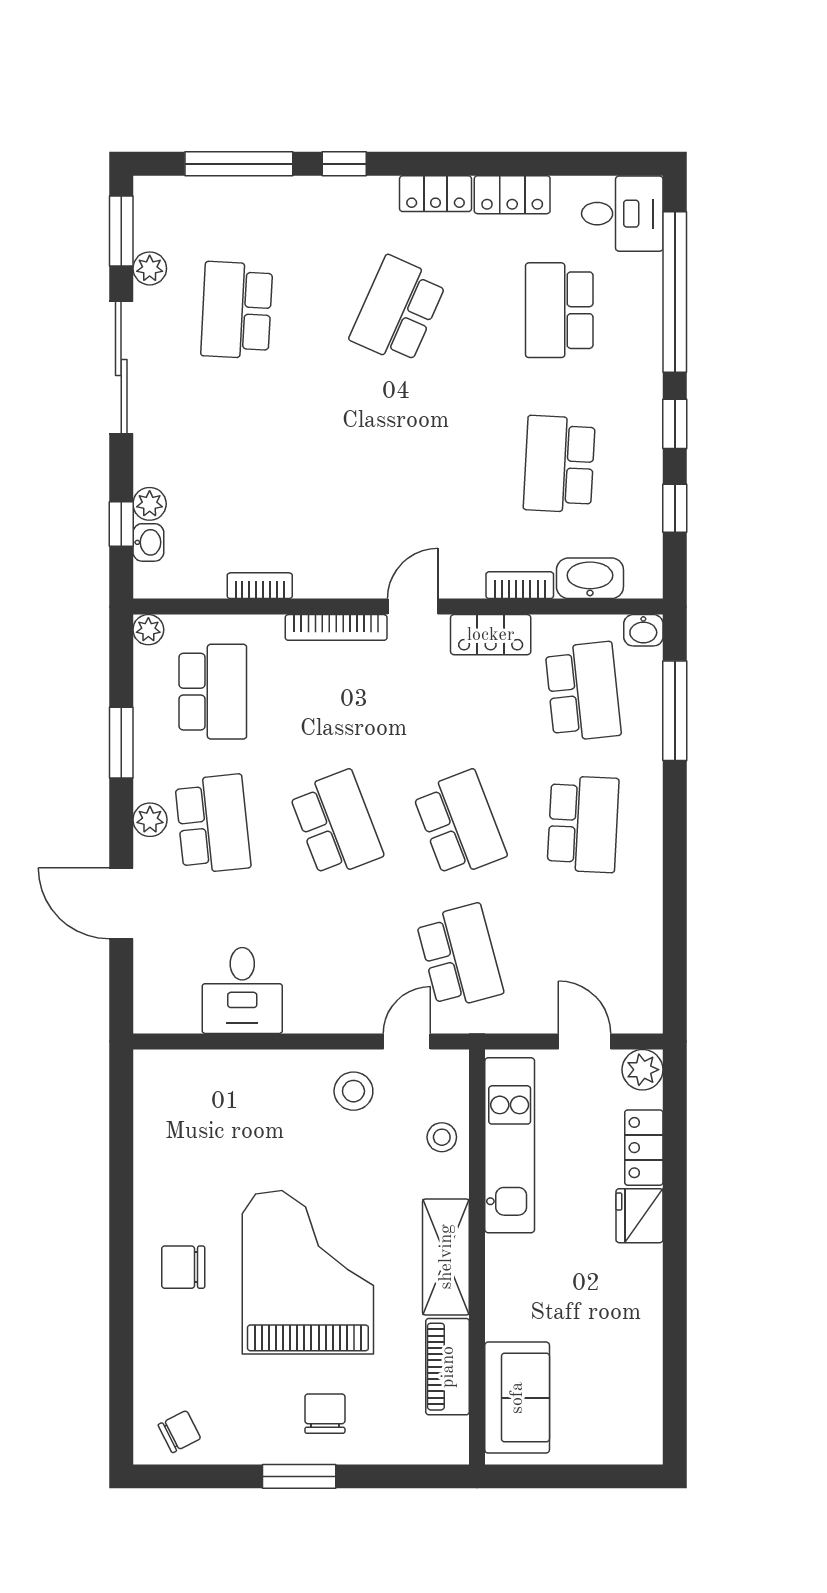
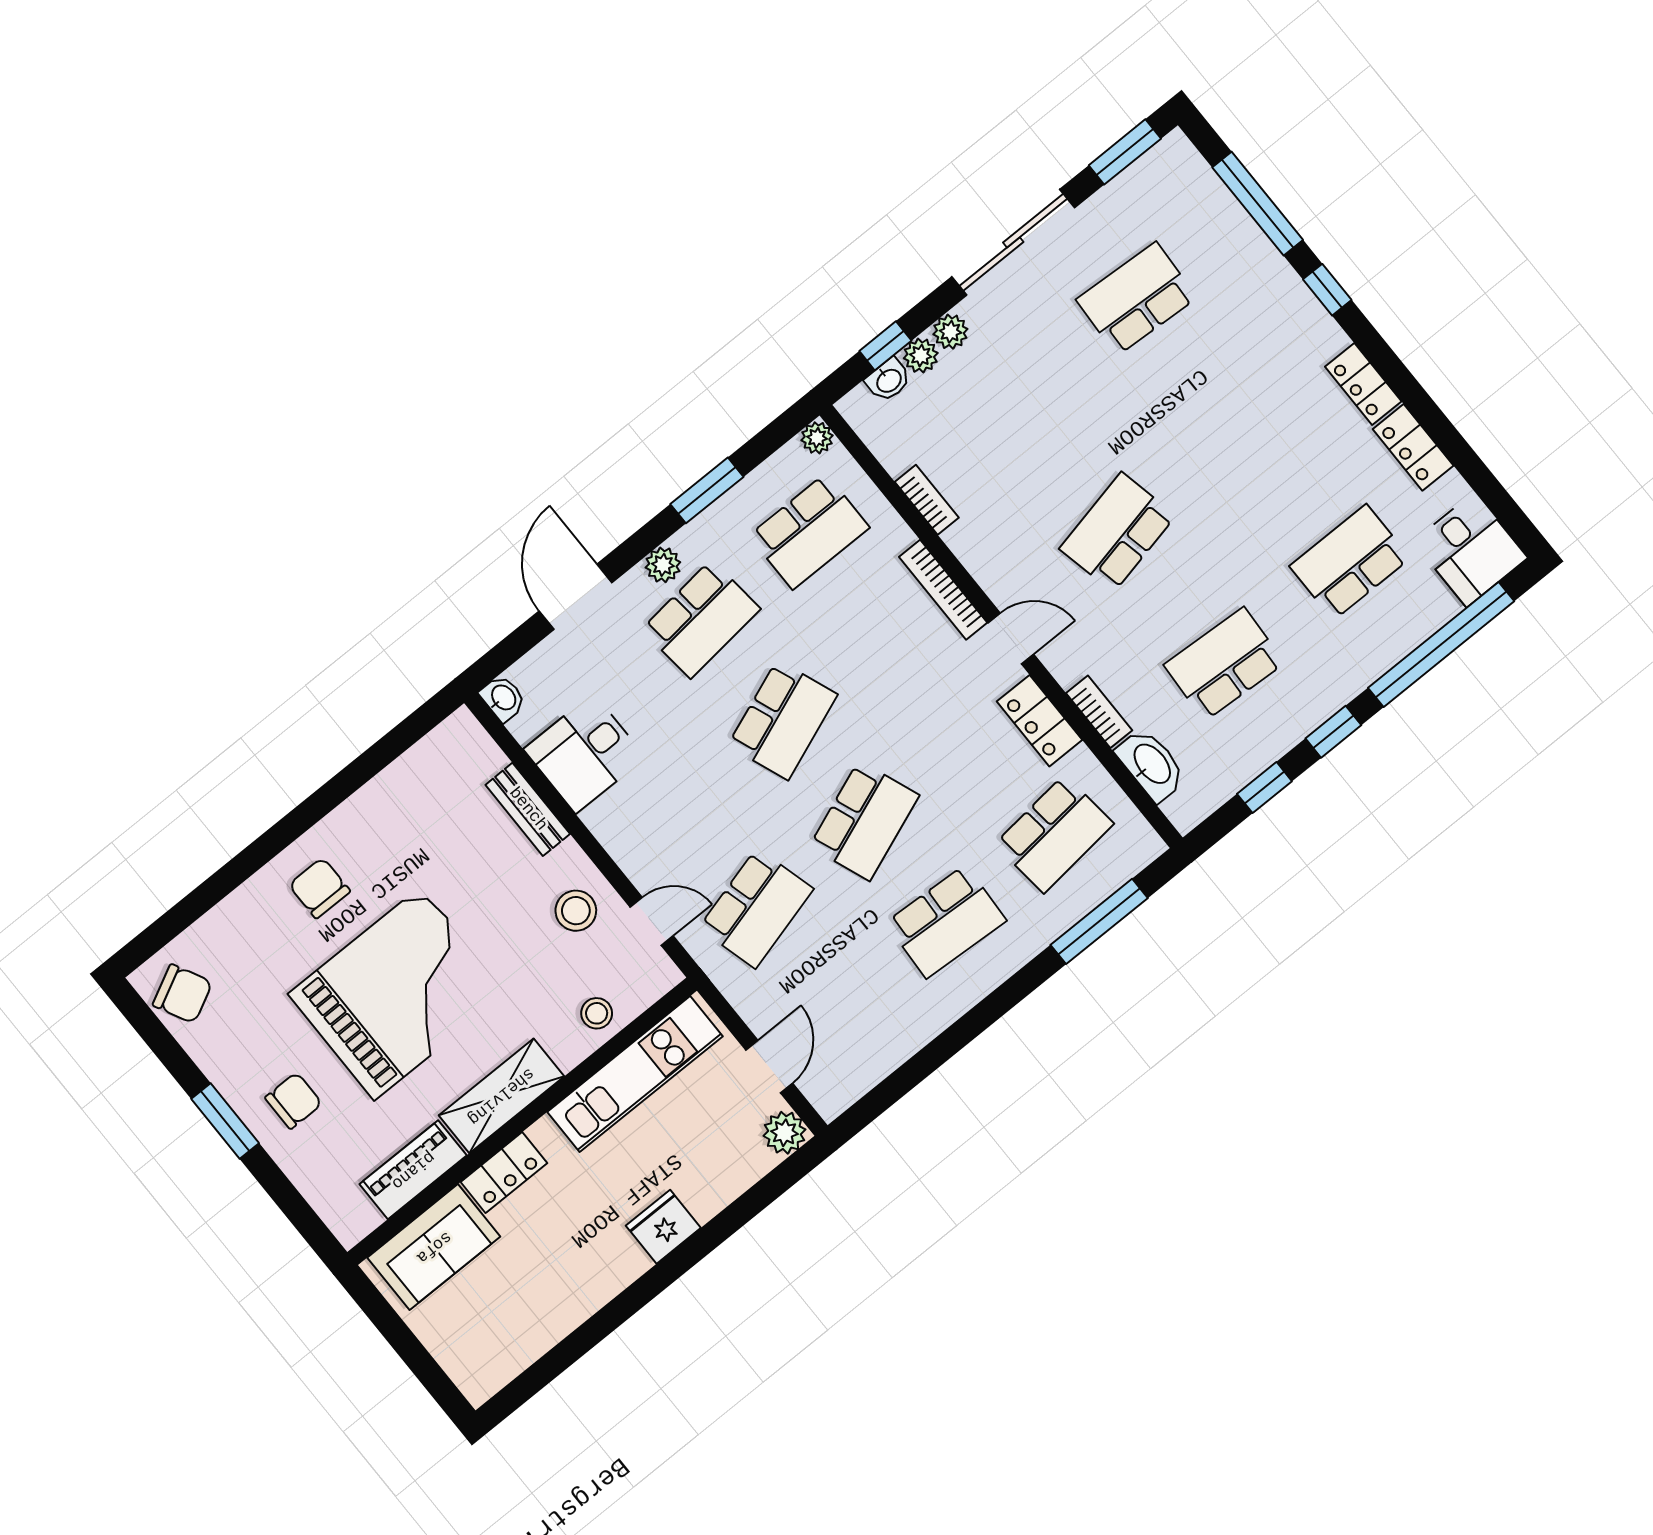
plant: (150, 268) -> (950, 332), moved
school desk: (398, 310) -> (1117, 532), moved, turned -36
washbasin: (643, 630) -> (503, 698), moved, turned 180
bench: (250, 1066) -> (528, 809), added
locker: (644, 1148) -> (504, 1173), moved, turned 180
chair: (179, 1432) -> (182, 994), width x1.37, depth x1.37

